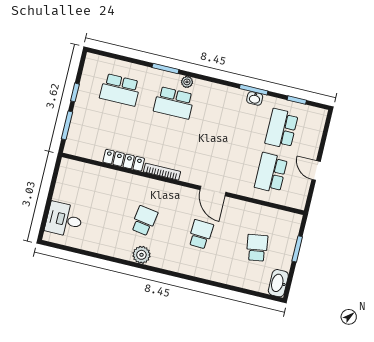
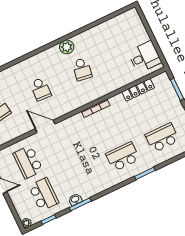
plant: (187, 82) -> (26, 223), moved
locker: (124, 160) -> (138, 90), moved
school desk: (271, 173) -> (28, 162), turned 180
door: (213, 191) -> (45, 126), moved
desk: (64, 219) -> (145, 57), moved

